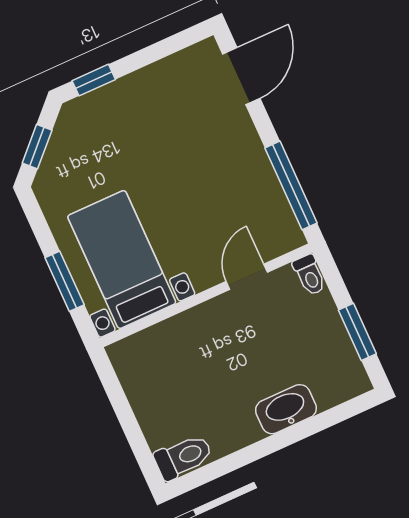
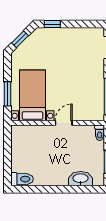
door: (247, 277) -> (64, 123), moved
washbasin: (286, 409) -> (81, 179), moved

